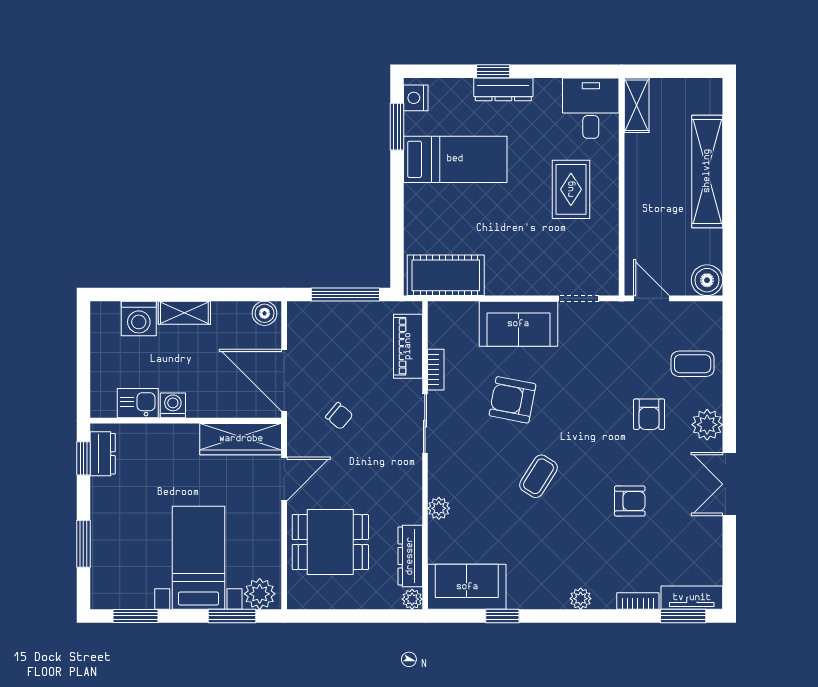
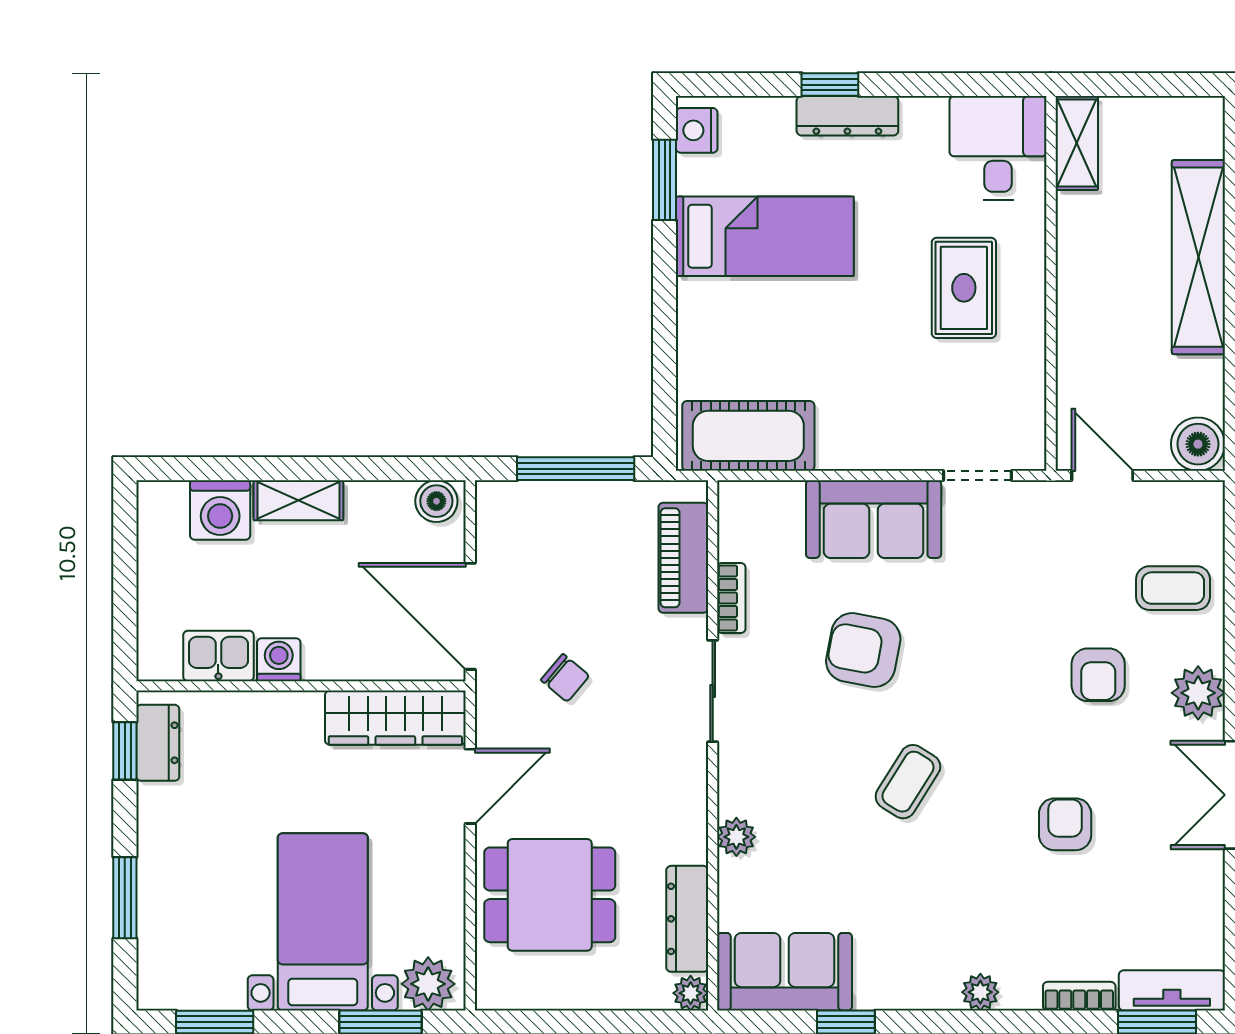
armchair: (630, 501) -> (1065, 824), turned -90

